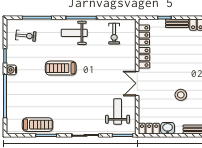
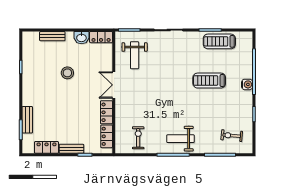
weight bench: (74, 33) -> (180, 139), turned 180
treadmill: (61, 68) -> (209, 81), moved, turned 180
water cooler: (11, 70) -> (247, 84), moved
double door: (137, 83) -> (114, 85), swing flipped

